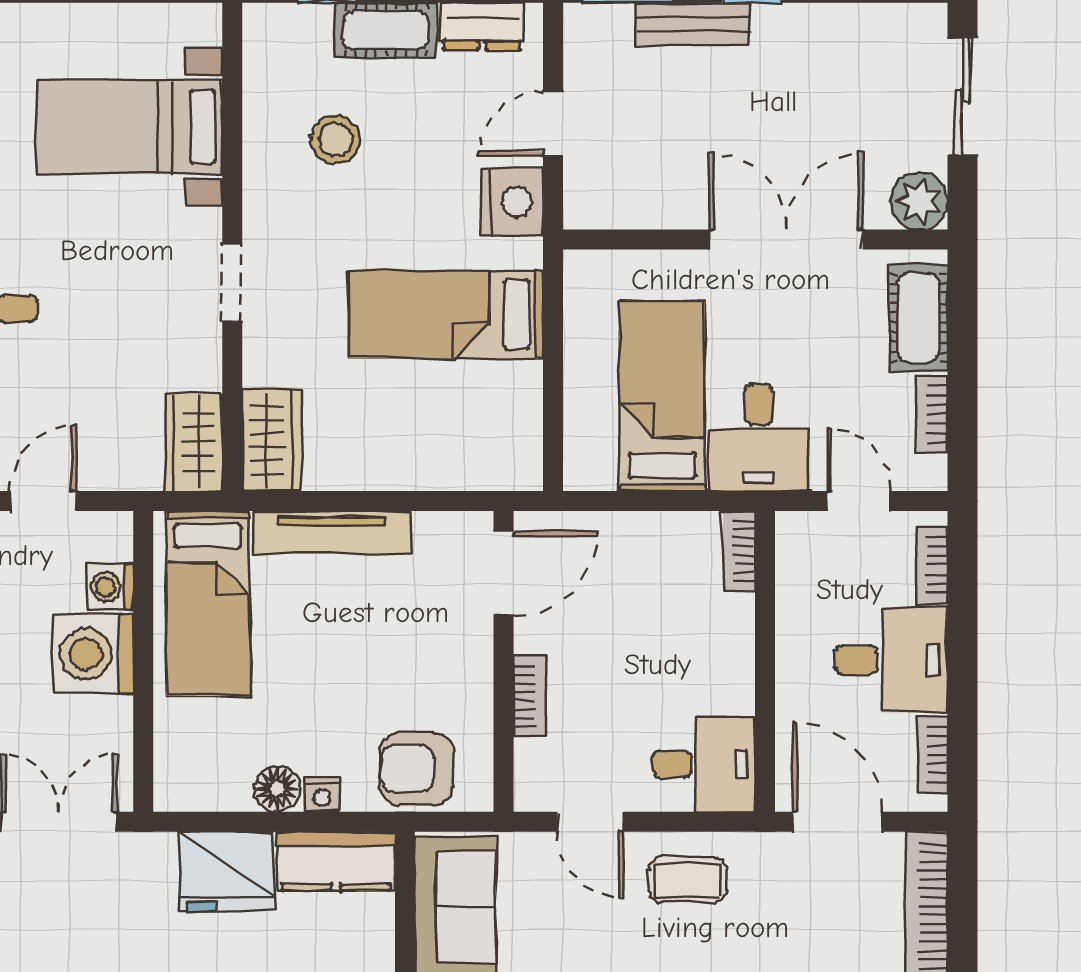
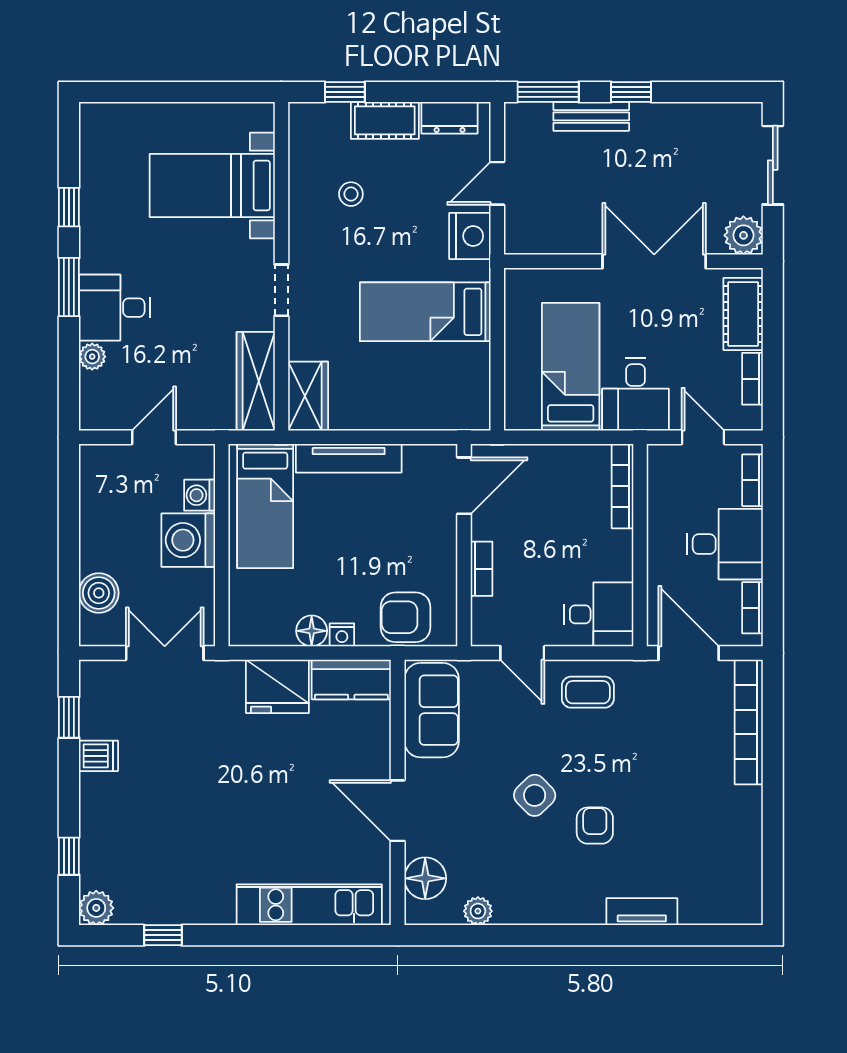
stool: (336, 140) -> (351, 194), width x0.73, depth x0.73
wardrobe: (194, 442) -> (256, 381), width x1.50
bookcase: (739, 551) -> (623, 486), width x1.56

